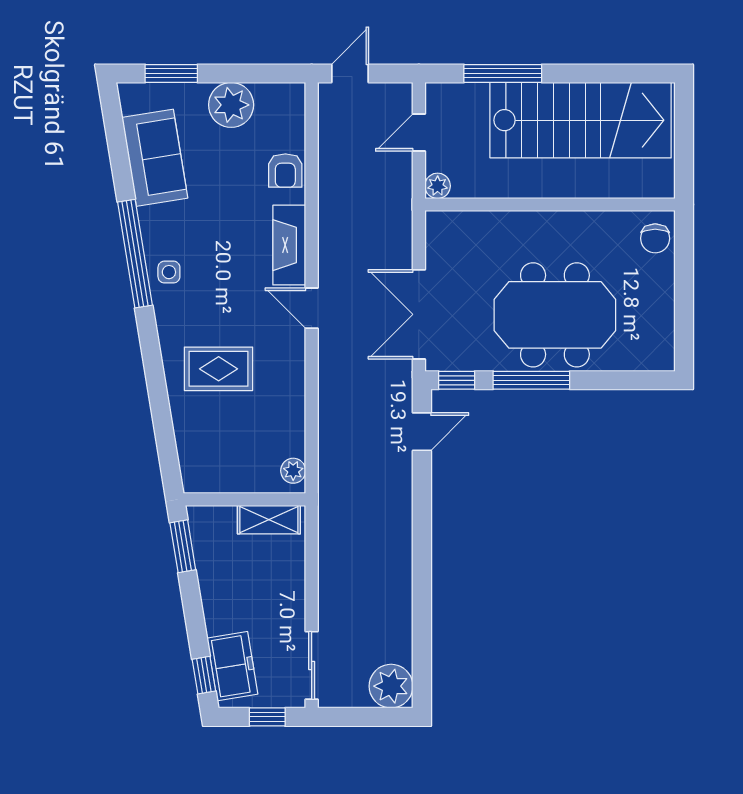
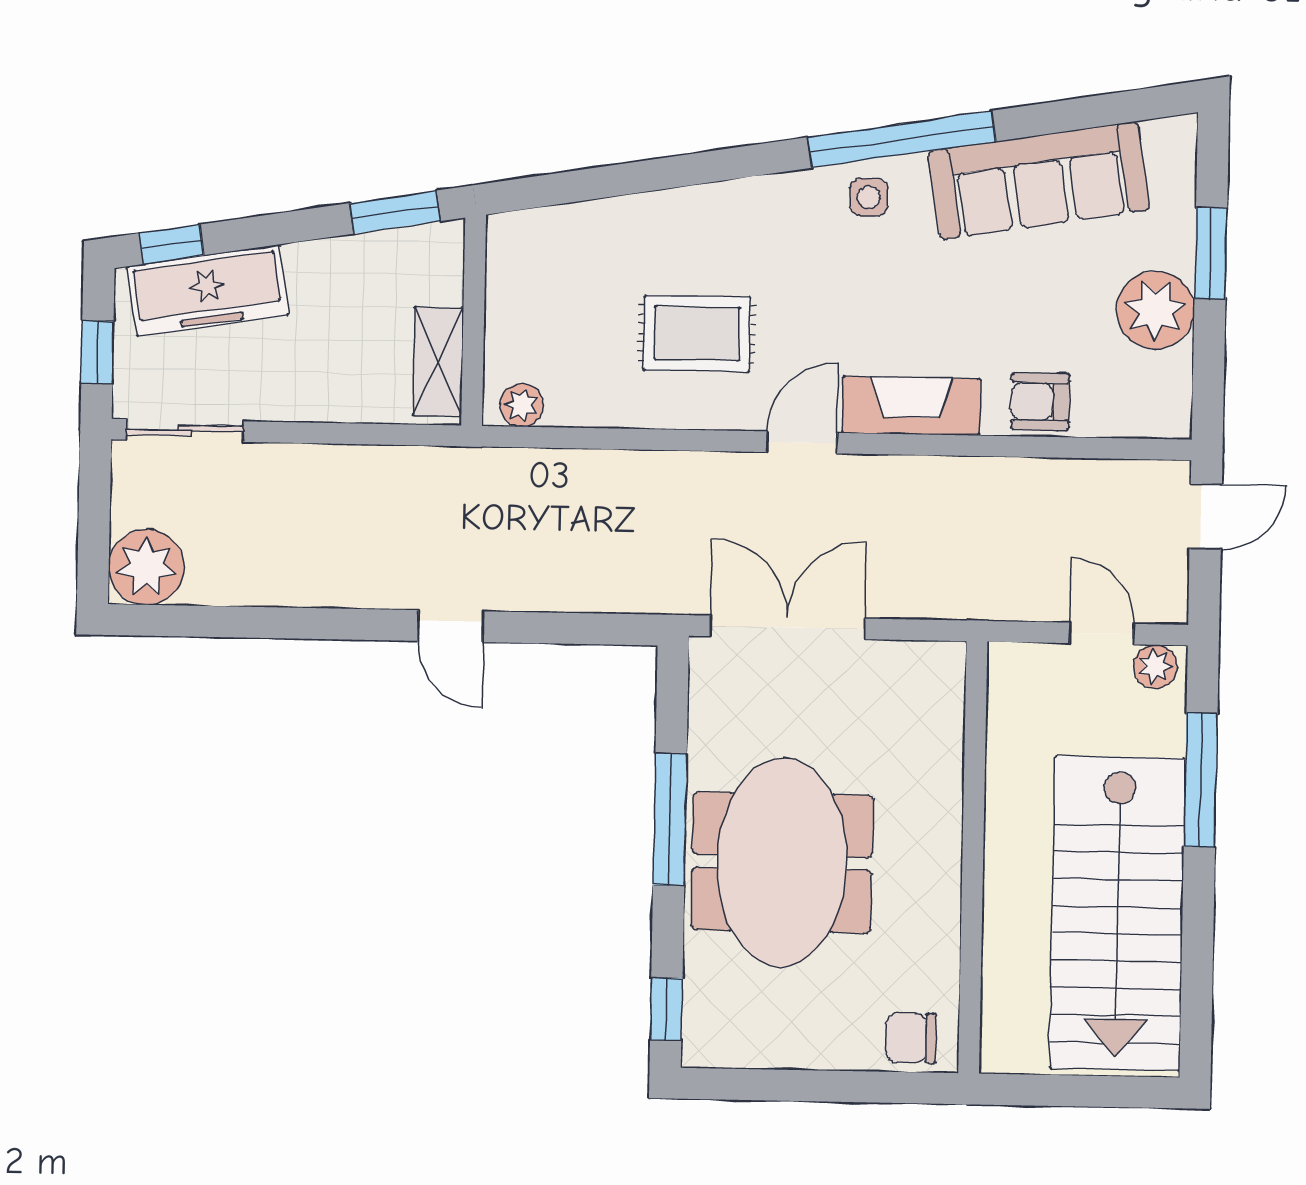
window: (171, 73) -> (1211, 253), moved
door: (350, 73) -> (1206, 517), hinge flipped
sofa: (155, 158) -> (1039, 181), width x1.36
plant: (438, 186) -> (1155, 667), moved
rug: (219, 369) -> (697, 333), moved, turned 90
window: (457, 380) -> (666, 1009), moved
door: (422, 432) -> (450, 626), moved
freezer: (232, 666) -> (208, 291), width x1.40

